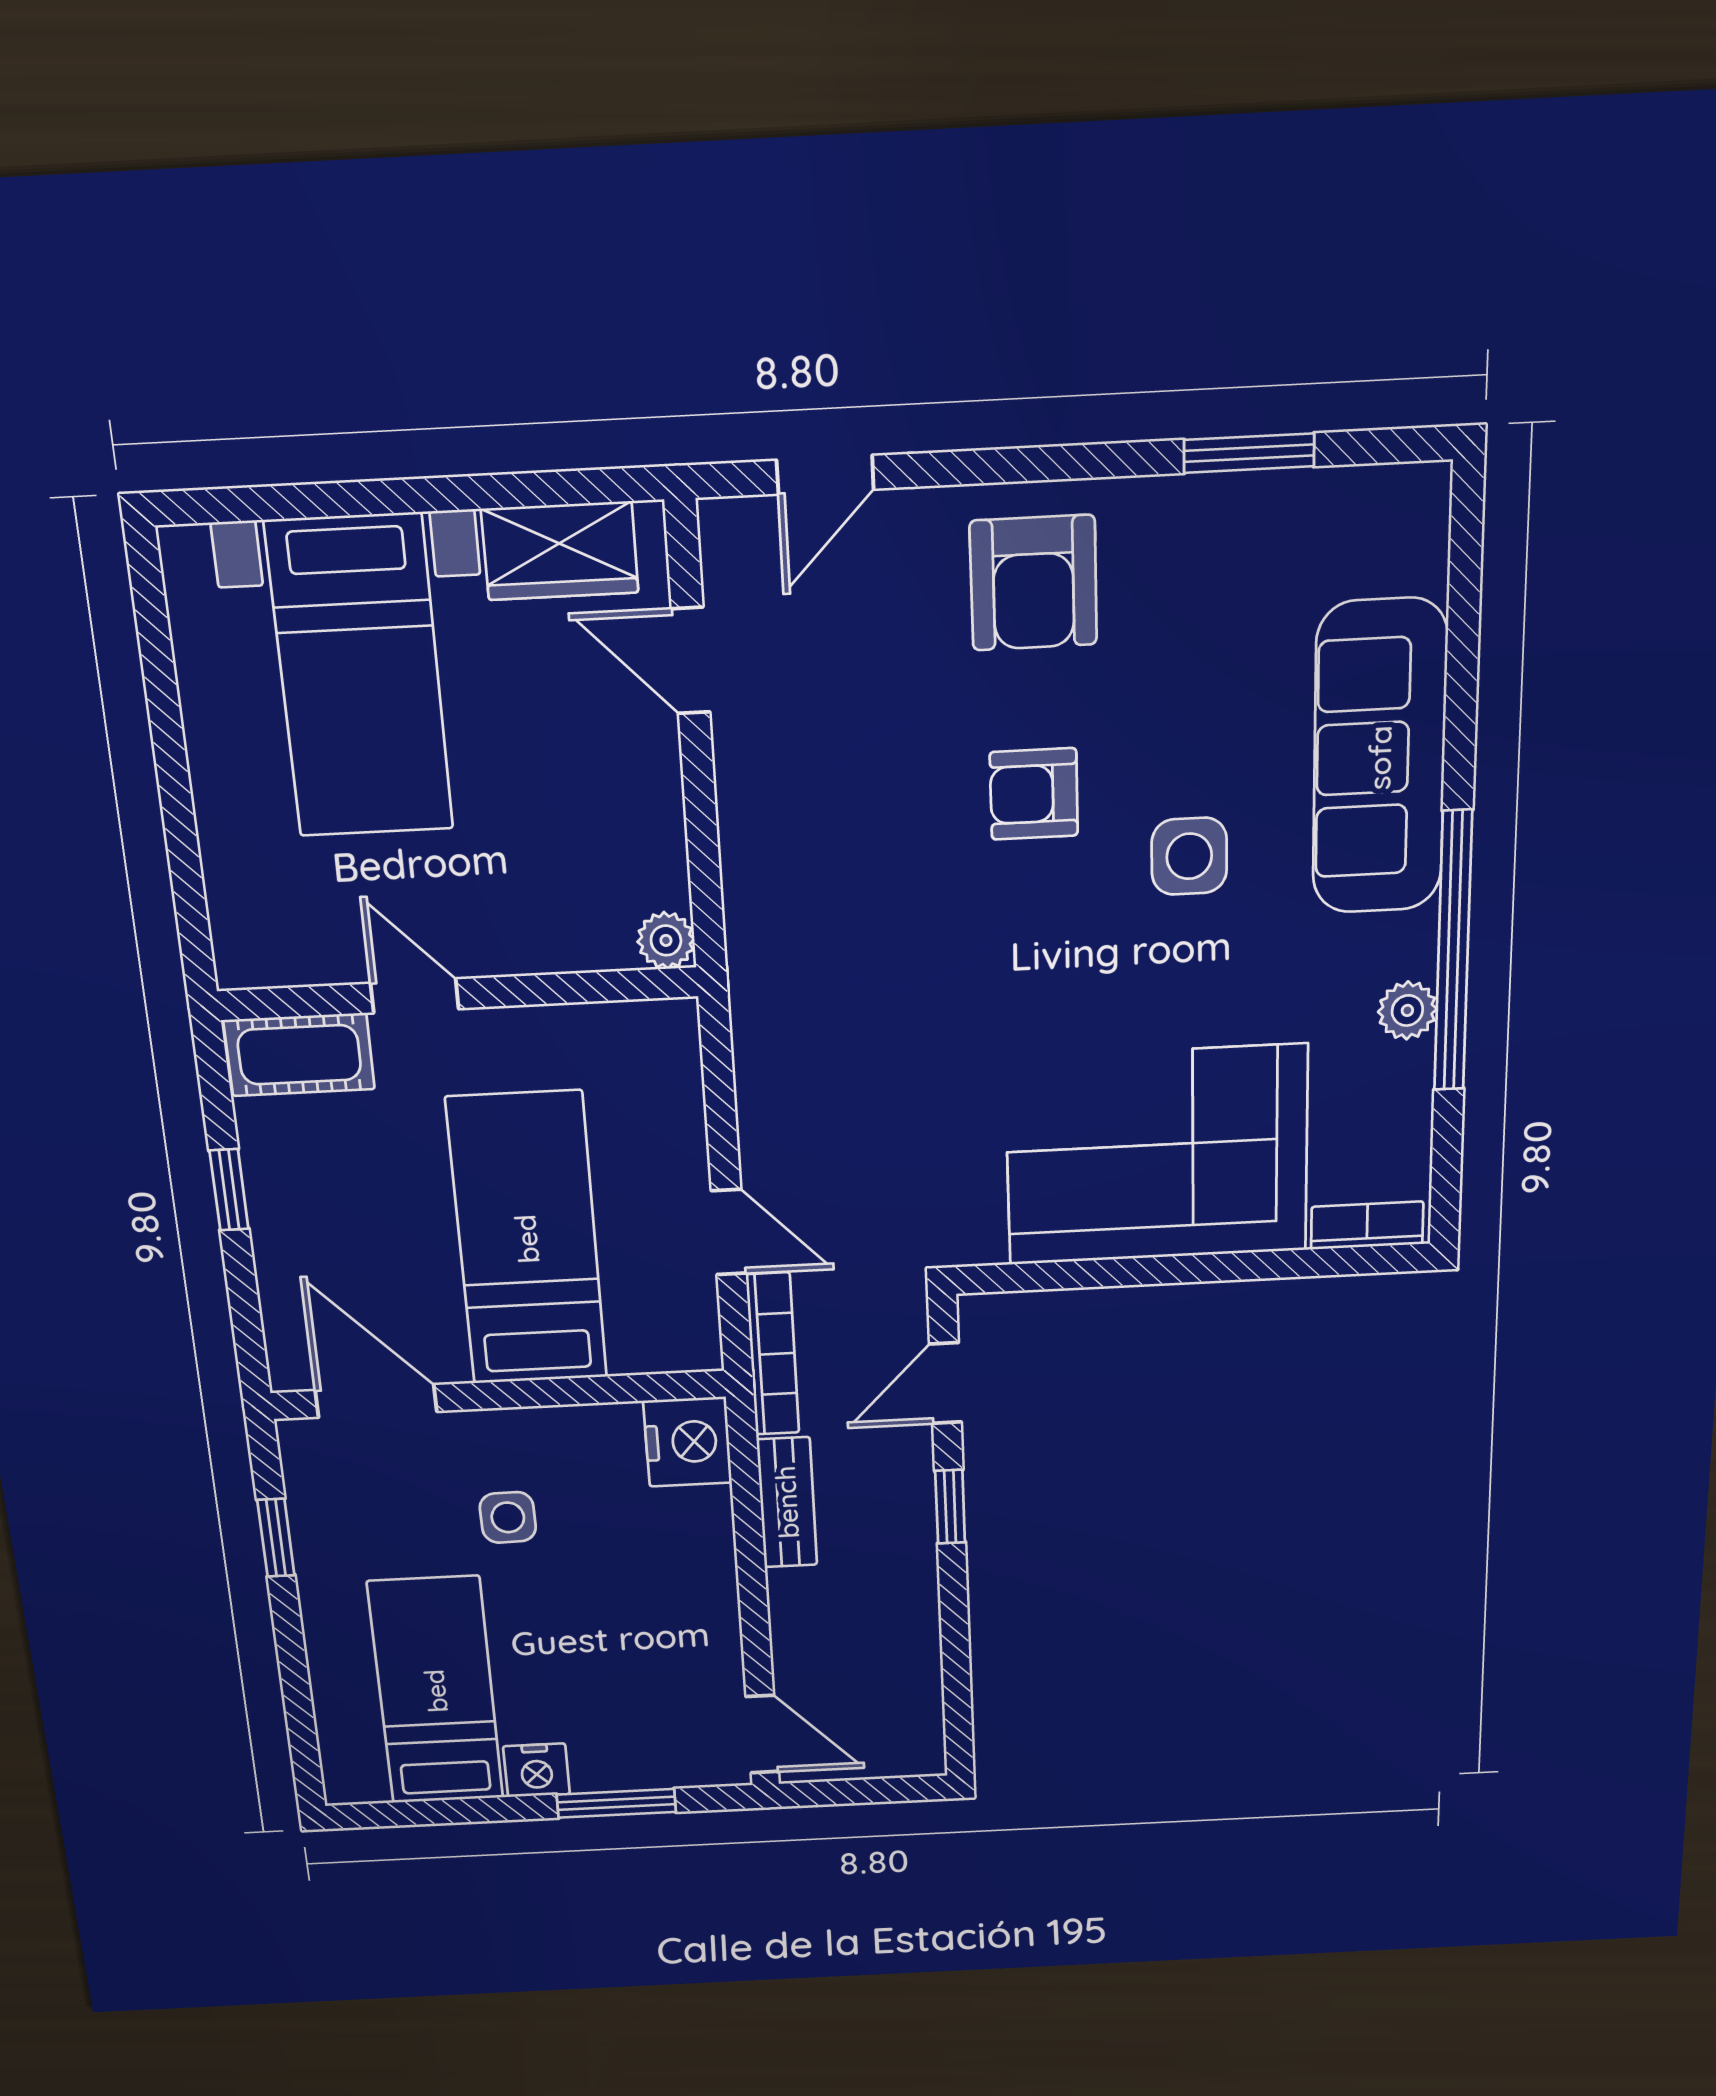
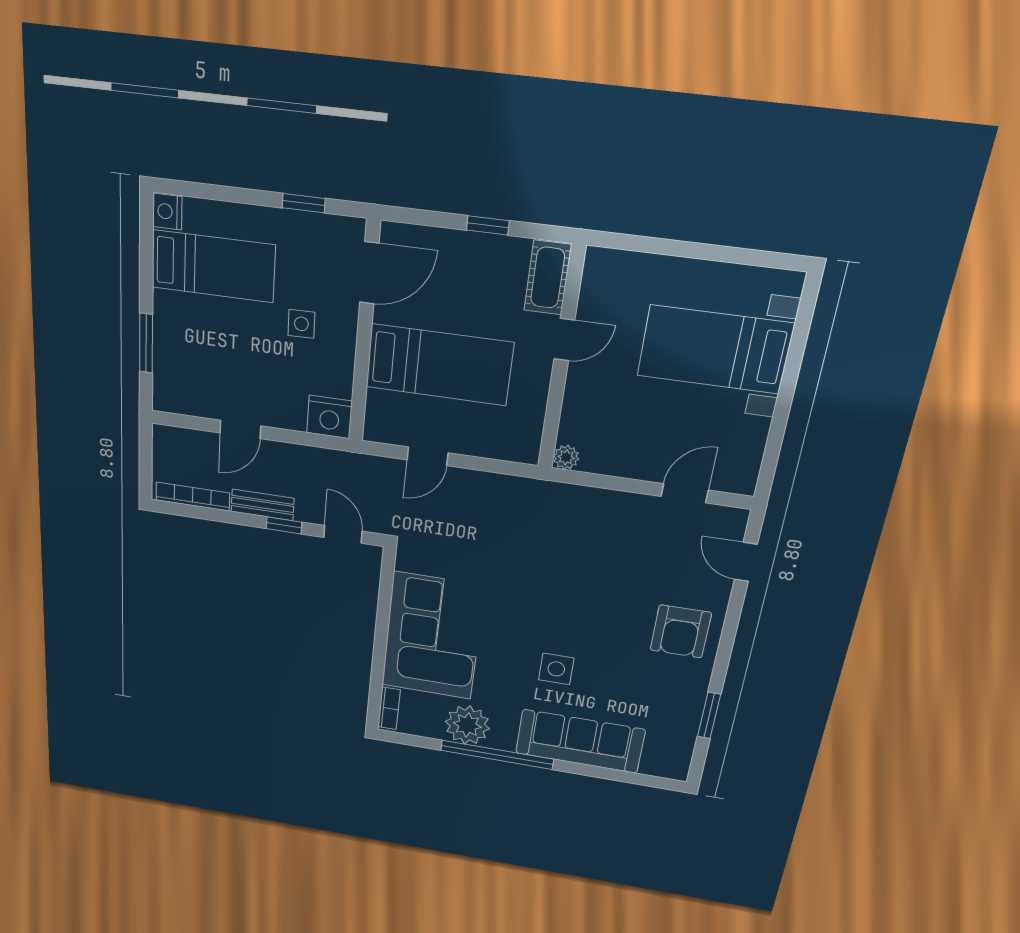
wardrobe: (560, 551) -> (745, 449), removed
armchair: (1033, 583) -> (681, 631), turned -90
armchair: (1034, 794) -> (595, 616), removed
plant: (1407, 1010) -> (467, 725), width x1.87, depth x1.87
bookcase: (773, 1354) -> (193, 497), moved, turned 180
bench: (787, 1502) -> (263, 505), moved
door: (762, 1734) -> (240, 429), moved
nightstand: (536, 1770) -> (167, 212), moved

